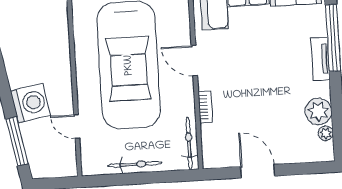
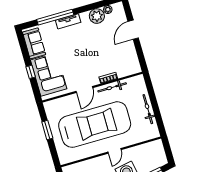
door: (77, 126) -> (115, 151), moved
bicycle: (189, 143) -> (112, 87), moved
door: (258, 171) -> (133, 30), moved

